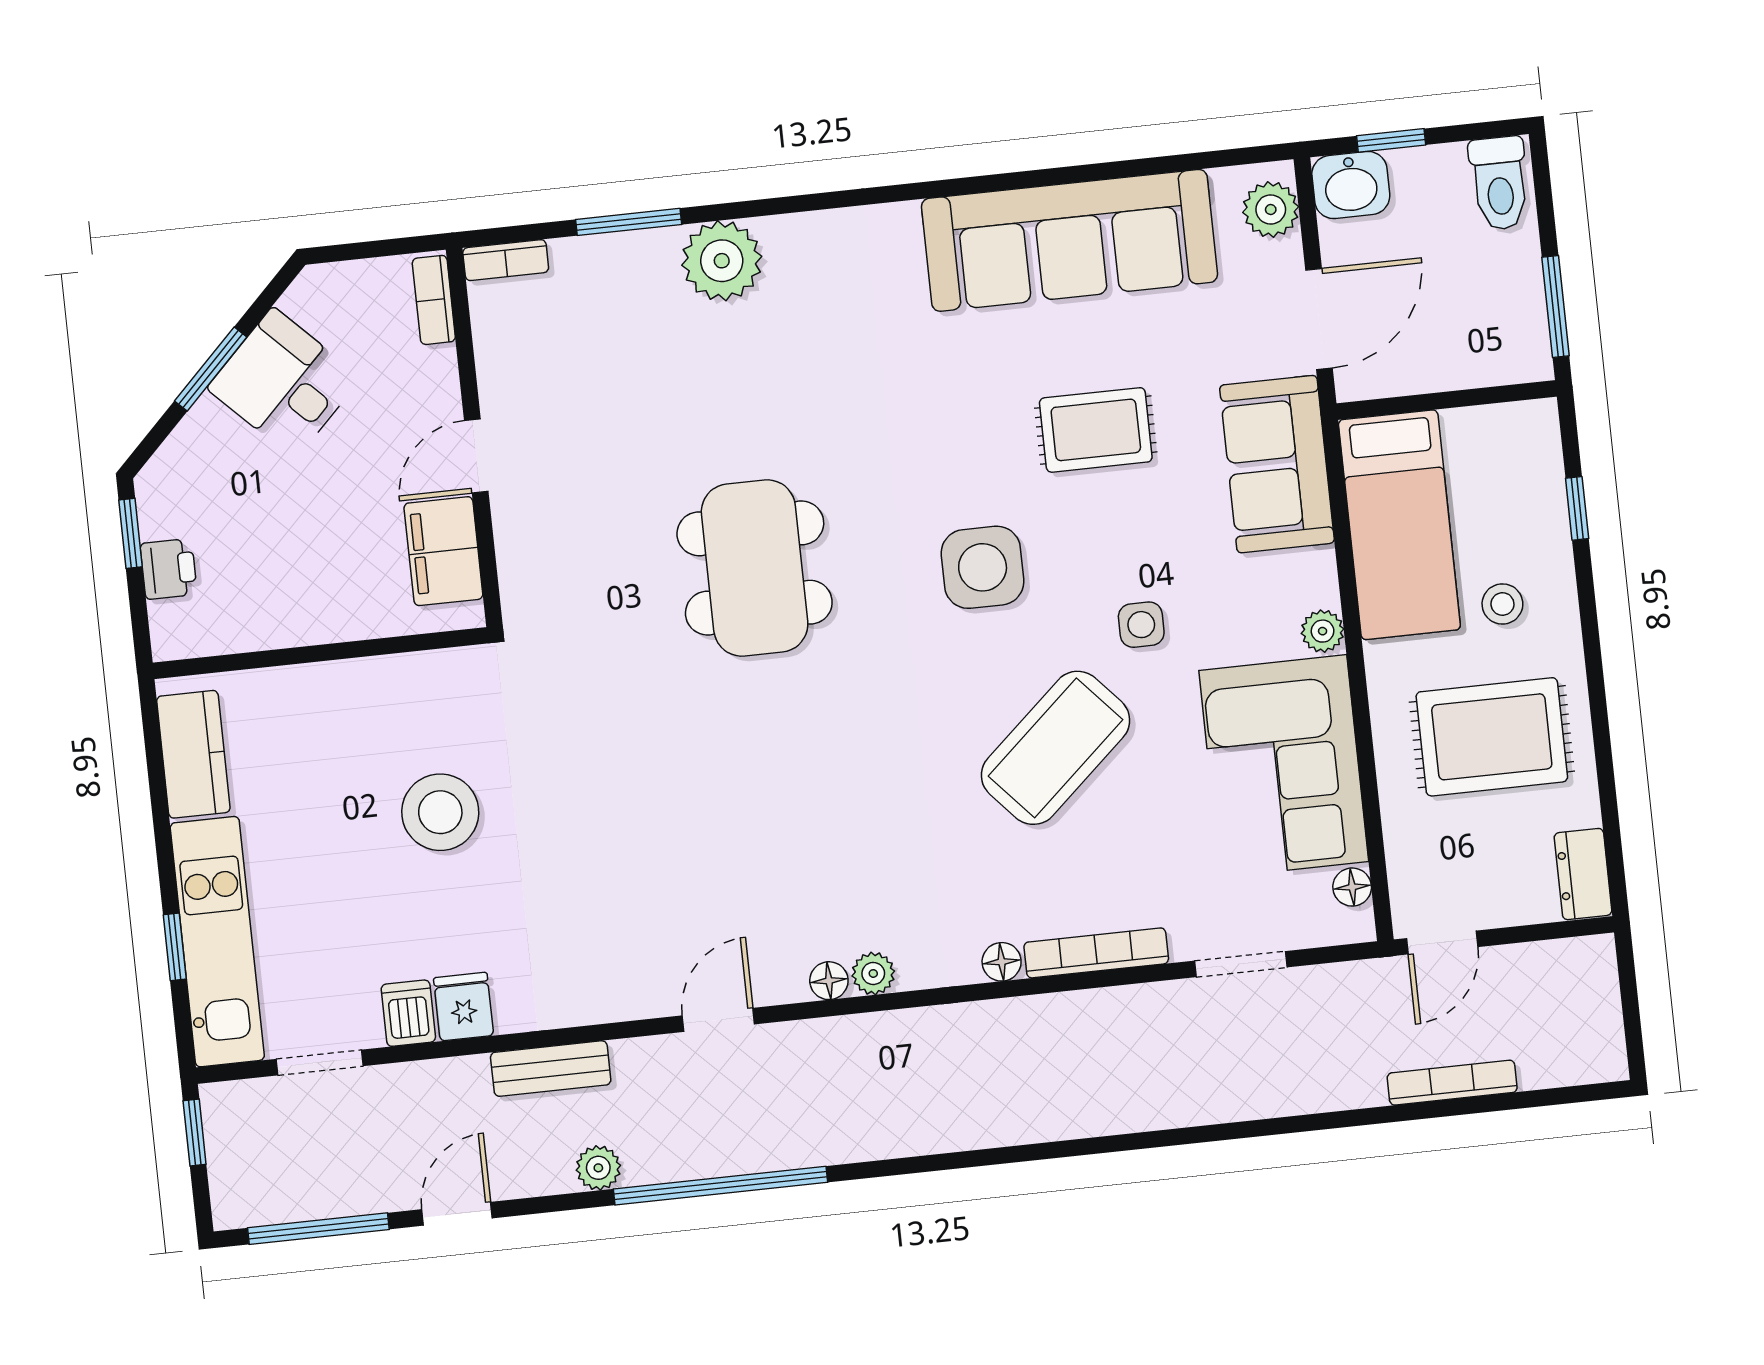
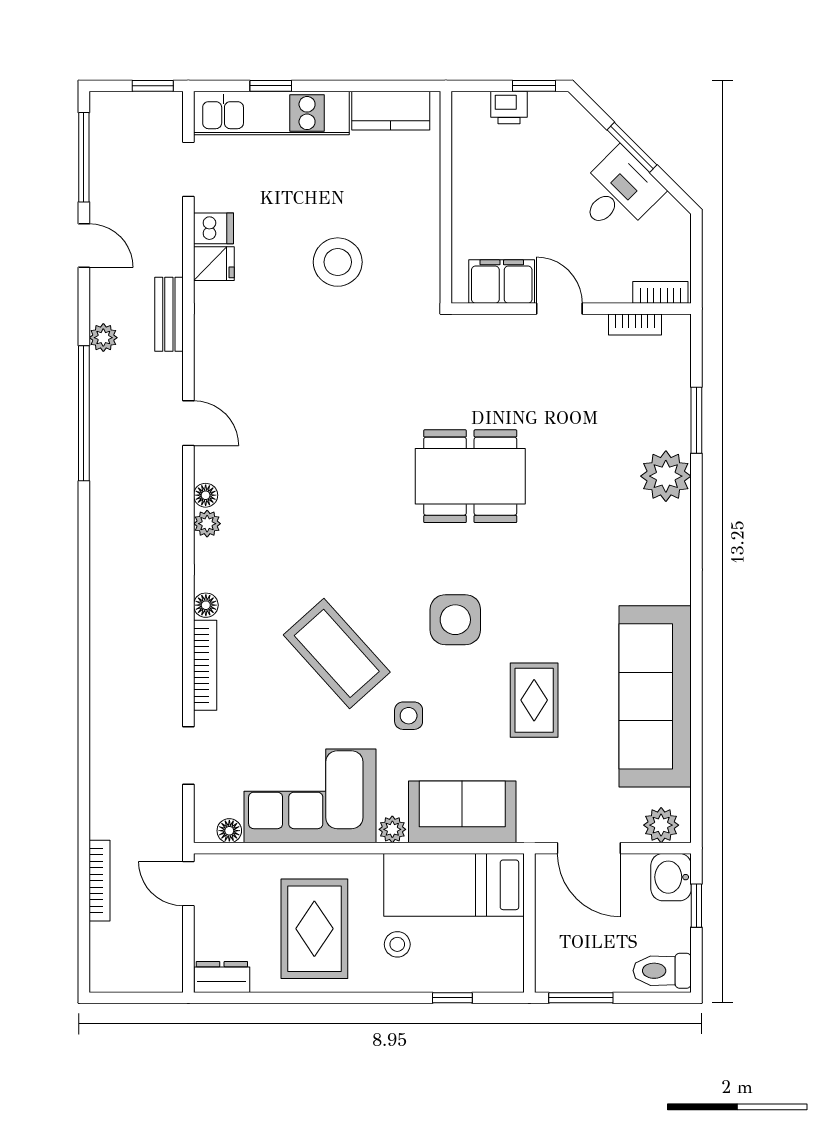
bookcase: (506, 260) -> (635, 324), moved, turned -90
sofa: (1277, 464) -> (462, 812), moved

